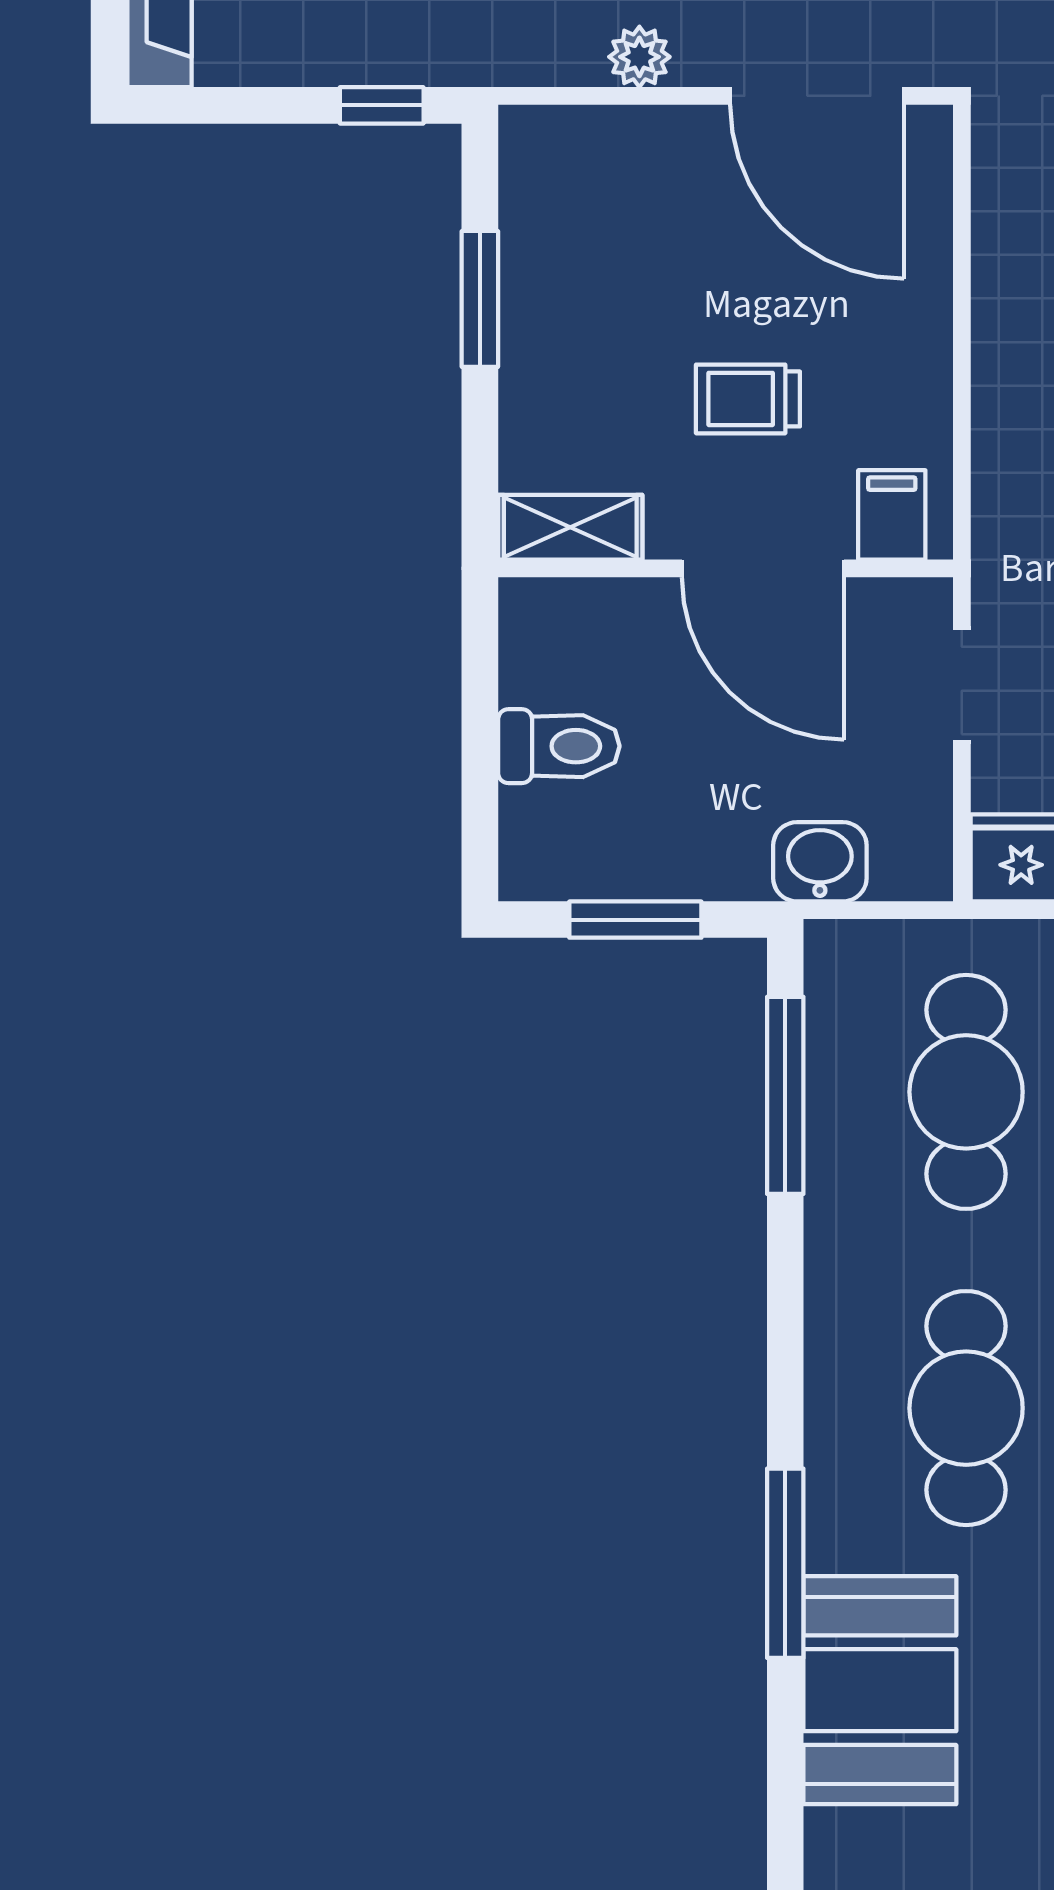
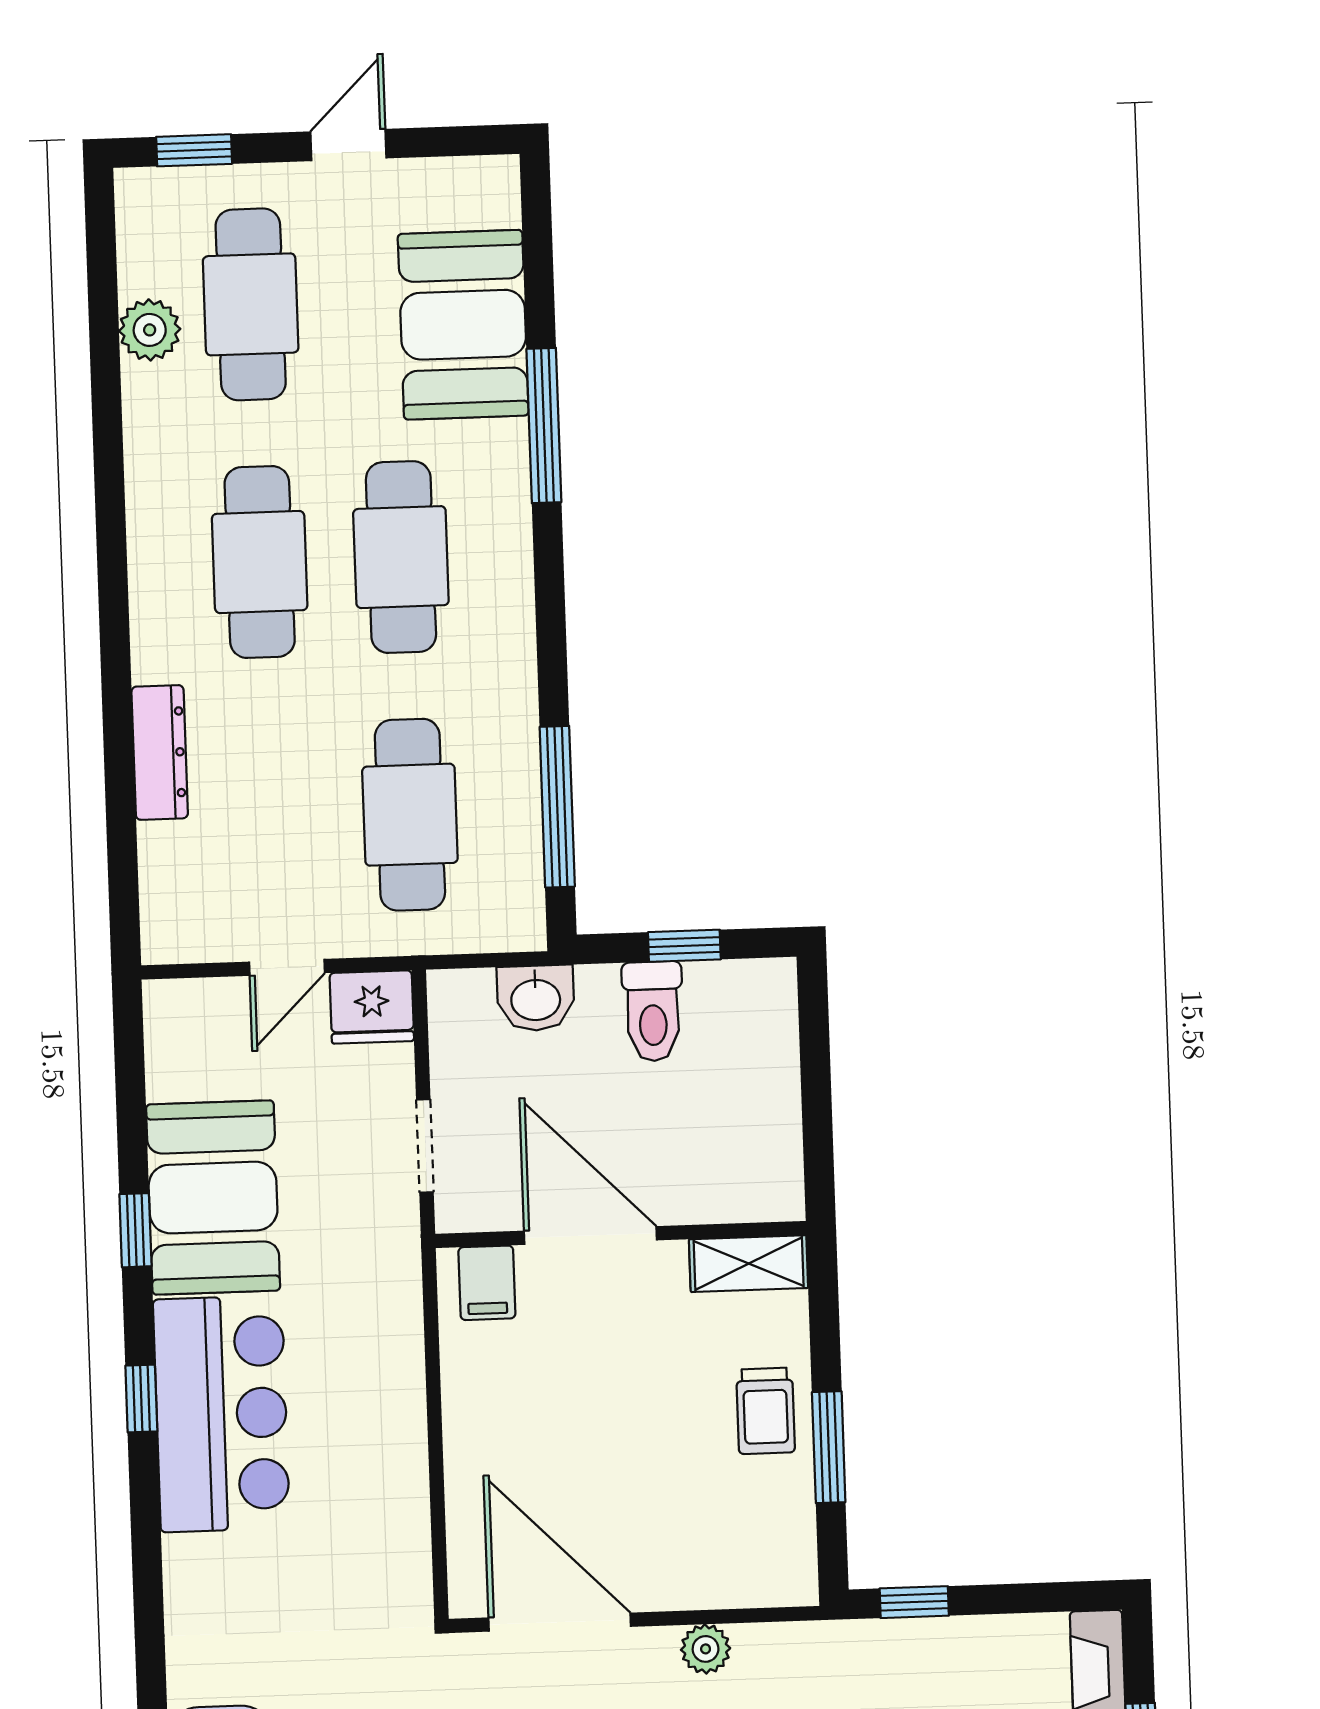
trolley: (748, 399) -> (766, 1411), moved, turned 90
toilet: (559, 746) -> (653, 1011), moved, turned -90
window: (635, 920) -> (684, 946), width x0.67

